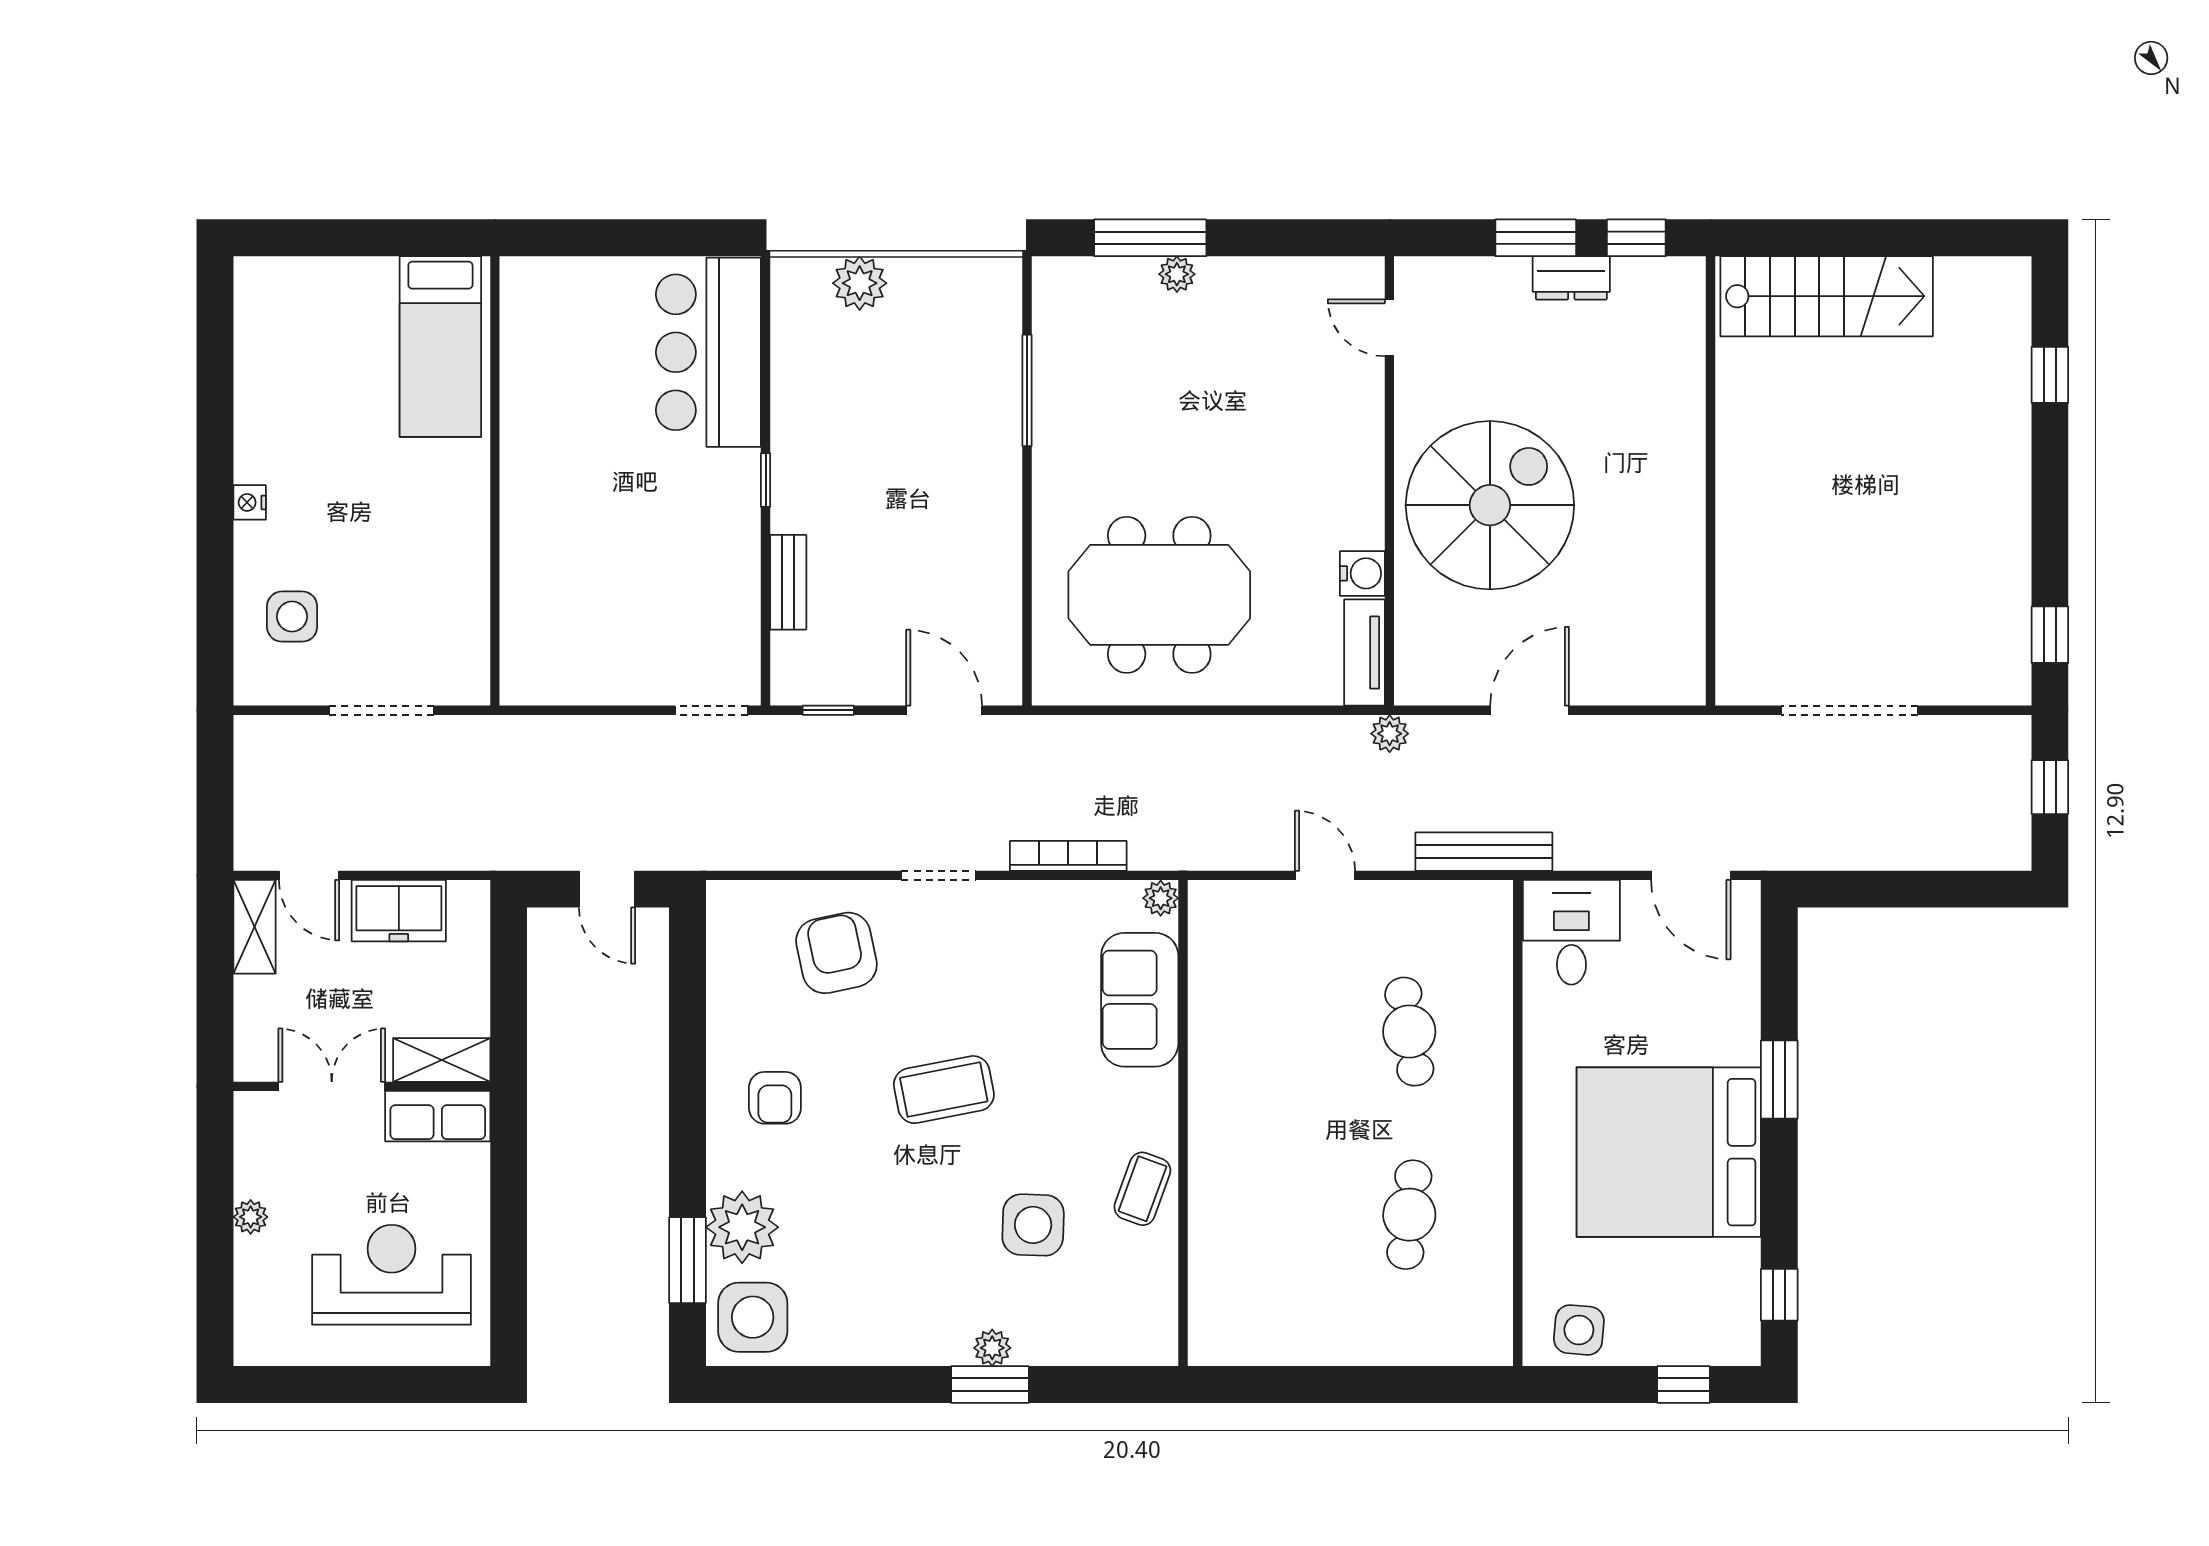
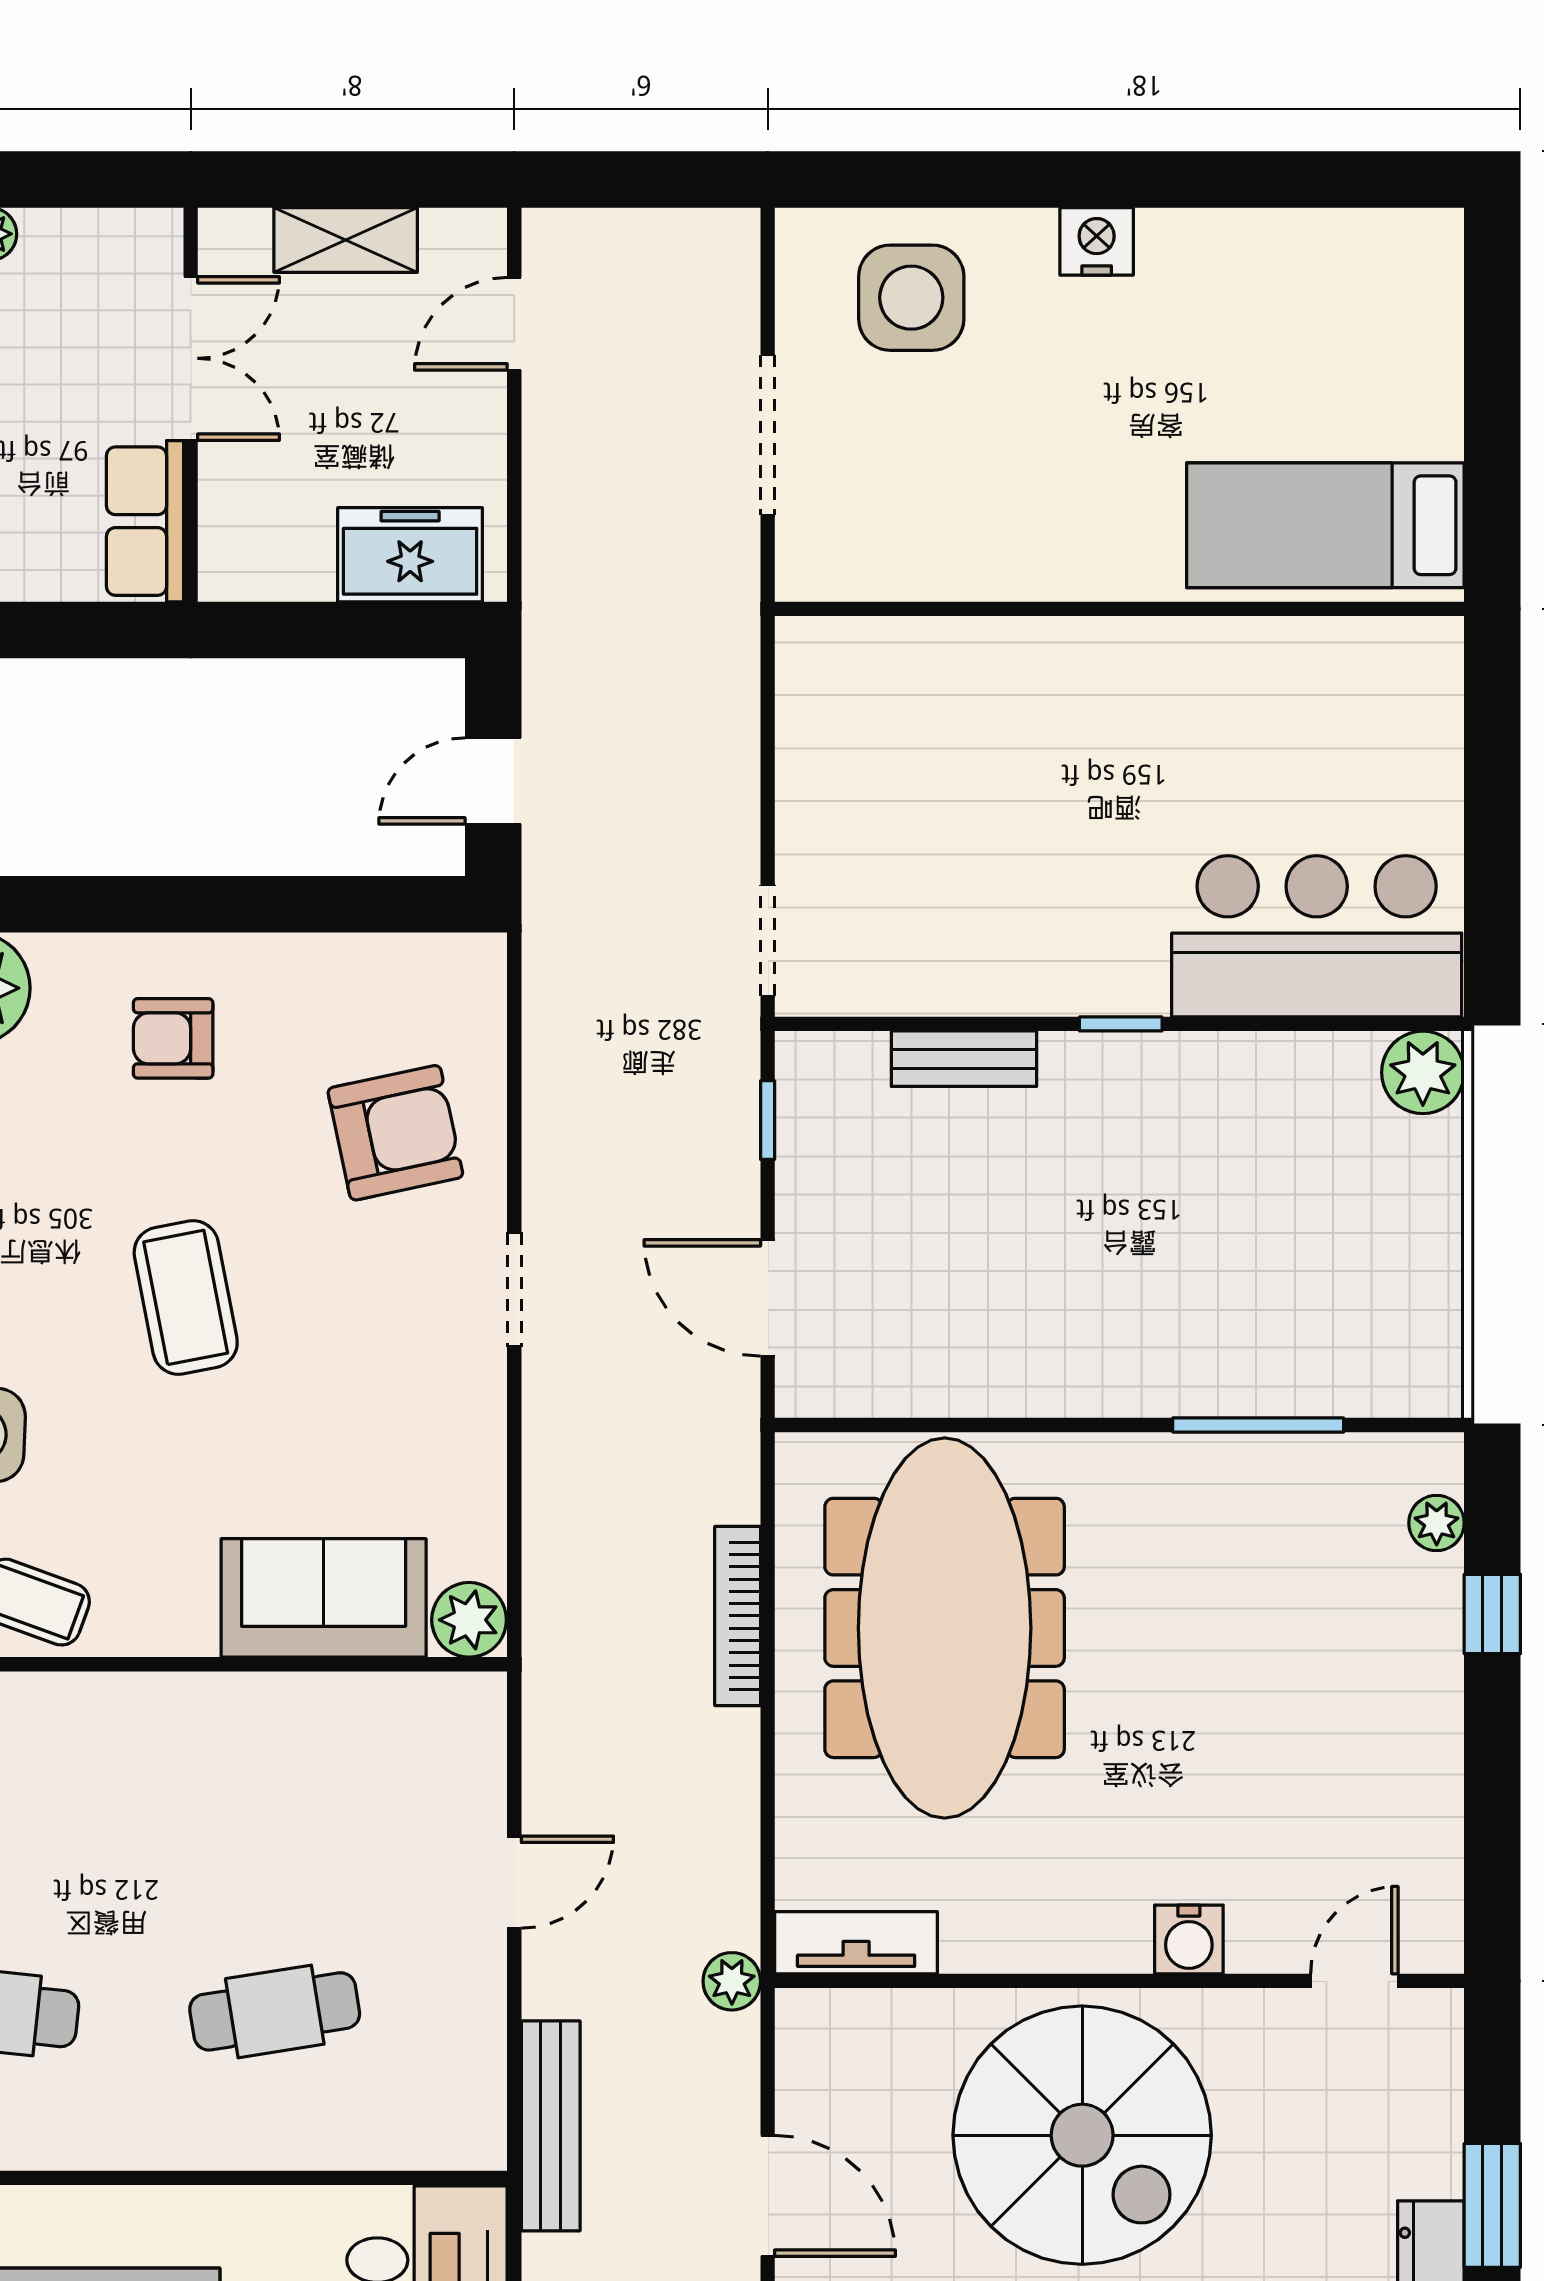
window: (1150, 238) -> (1492, 1614), width x0.46
plant: (1177, 274) -> (1437, 1523), moved
plant: (860, 283) -> (1423, 1072), moved
nightstand: (250, 502) -> (1097, 241), width x1.39, depth x1.35
water cooler: (1362, 573) -> (1189, 1939), moved
meeting table: (1159, 595) -> (945, 1628), width x1.36
side table: (292, 617) -> (911, 298), width x1.37, depth x1.37
door: (944, 710) -> (768, 1298), swing flipped
bookcase: (1068, 856) -> (738, 1616), moved, turned 180
plant: (1161, 898) -> (469, 1620), width x1.38, depth x1.38
freezer: (399, 911) -> (410, 555), moved, turned 90
shelving: (254, 927) -> (346, 240), moved
shelving: (442, 1060) -> (231, 527), removed

